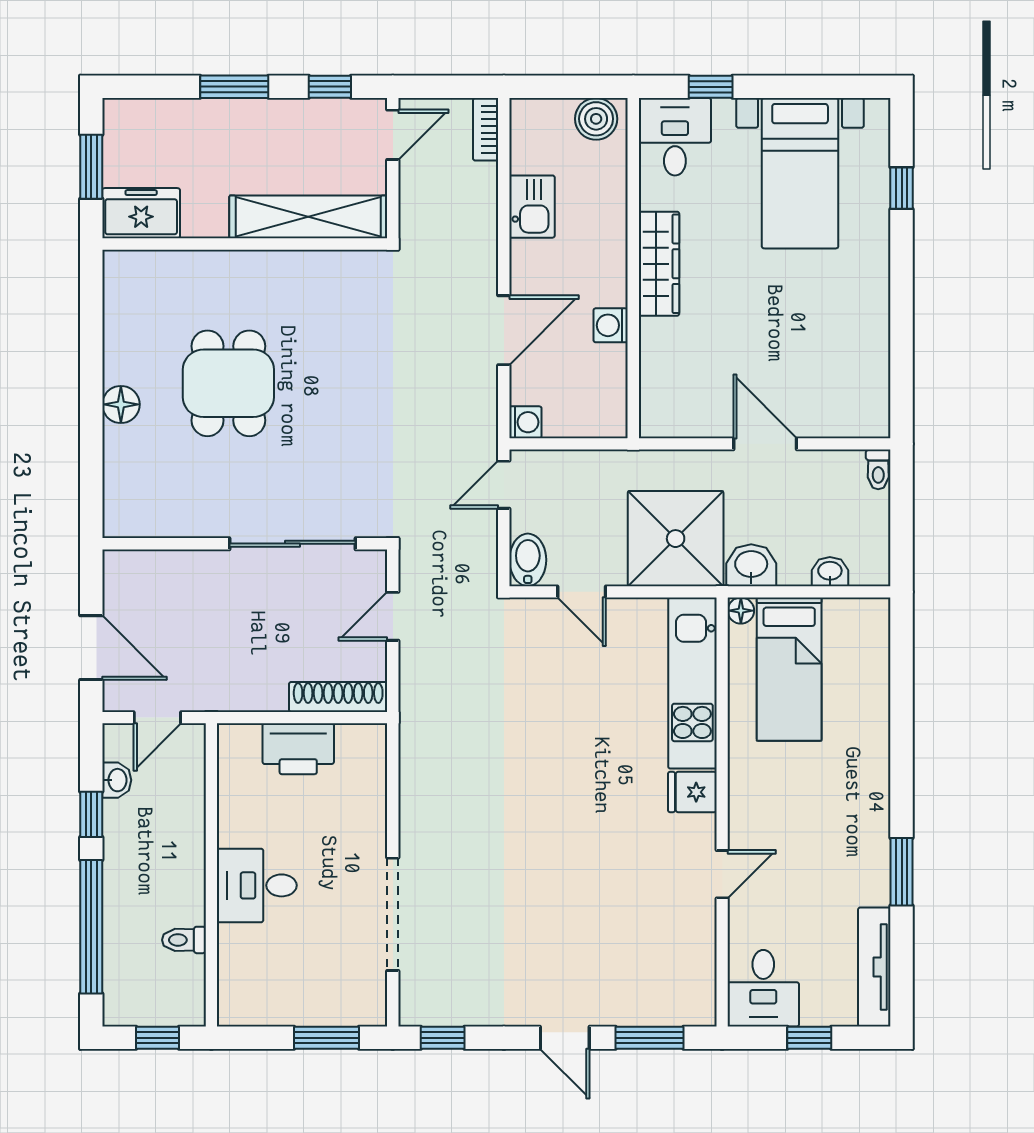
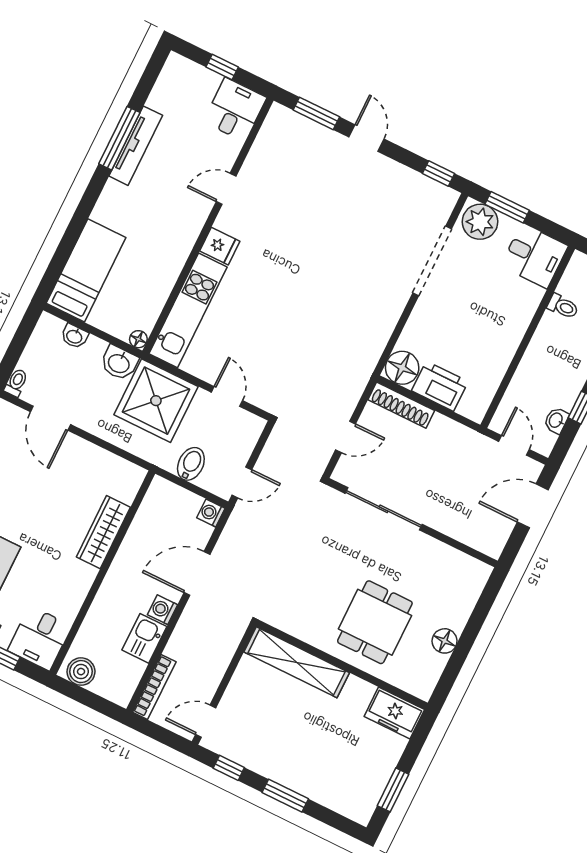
bookcase: (486, 129) -> (154, 687), width x1.56
freezer: (141, 213) -> (394, 713), moved
shelving: (308, 217) -> (297, 662), moved
wall: (245, 244) -> (342, 665), moved
wardrobe: (659, 264) -> (103, 532), moved
washing machine: (611, 325) -> (162, 610), moved, turned 180
door: (765, 444) -> (50, 418), moved
bidet: (528, 560) -> (191, 464), moved, turned 180
door: (91, 648) -> (533, 506), hinge flipped
bed: (789, 669) -> (86, 270), moved
door: (157, 718) -> (514, 445), hinge flipped
floor lamp: (362, 748) -> (402, 368), added
window: (902, 872) -> (119, 138), width x1.44
desk: (257, 885) -> (534, 256), moved
tv unit: (874, 967) -> (136, 146), moved
plant: (354, 1000) -> (480, 222), added

